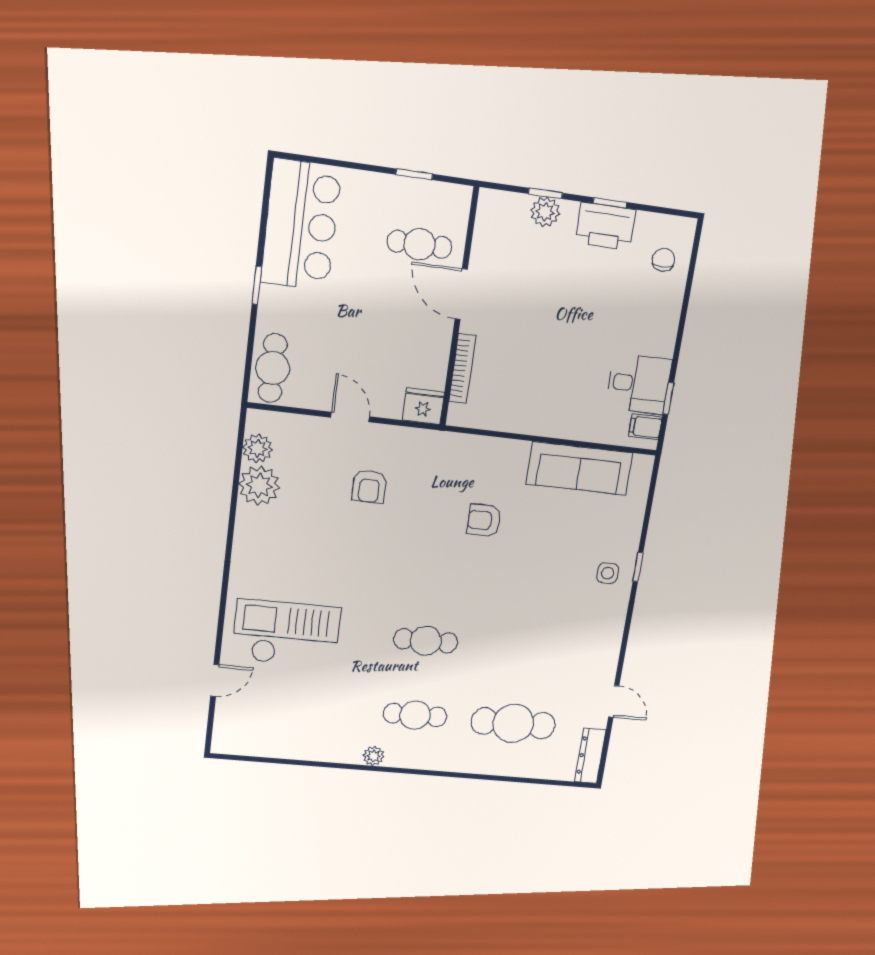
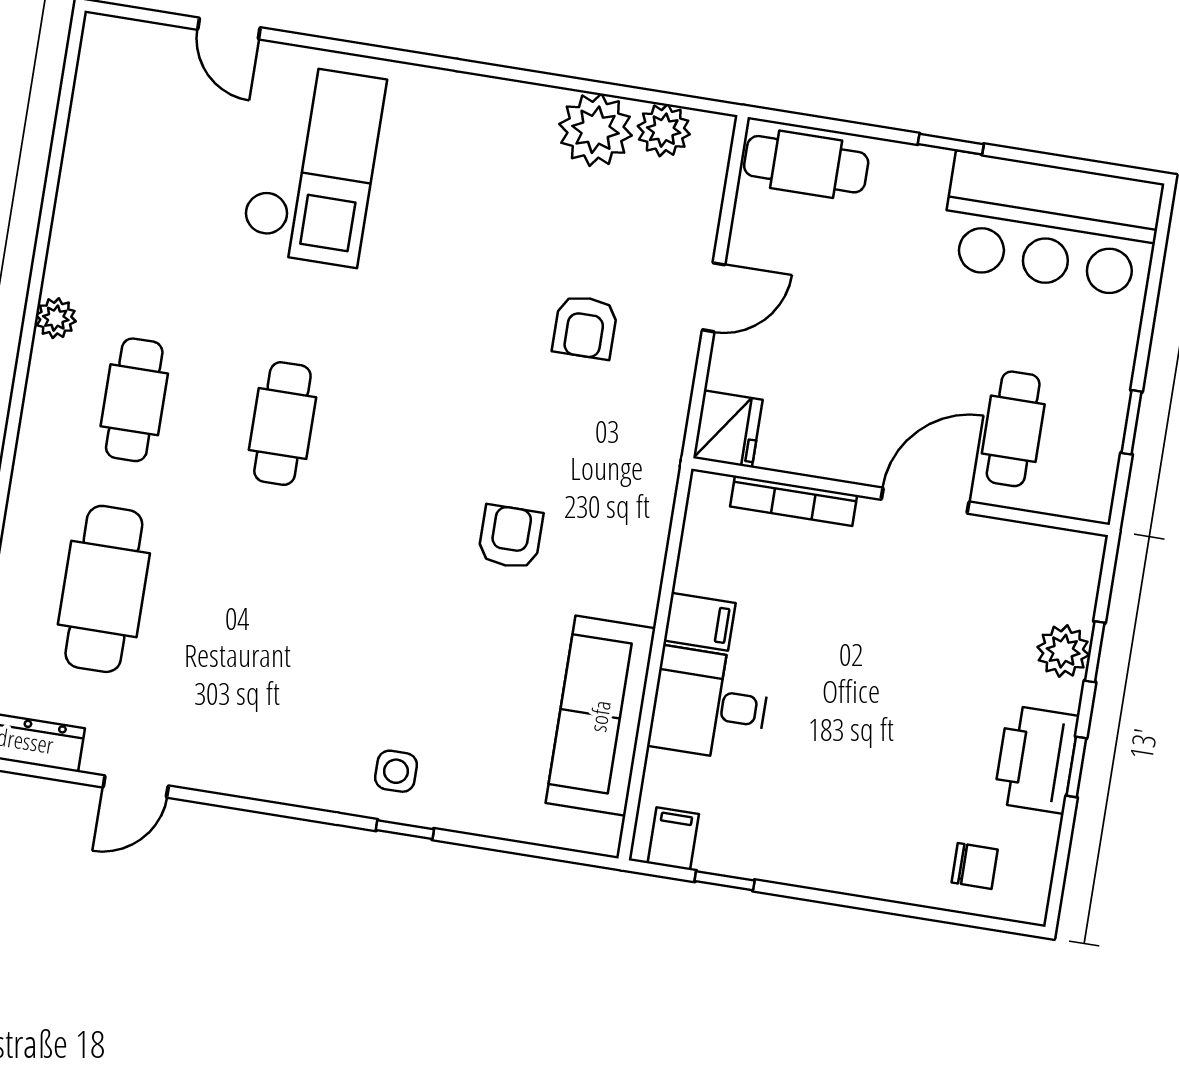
desk: (639, 384) -> (709, 704), moved, turned 90
filing cabinet: (529, 417) -> (700, 622), added
armchair: (369, 486) -> (585, 327), turned -90

